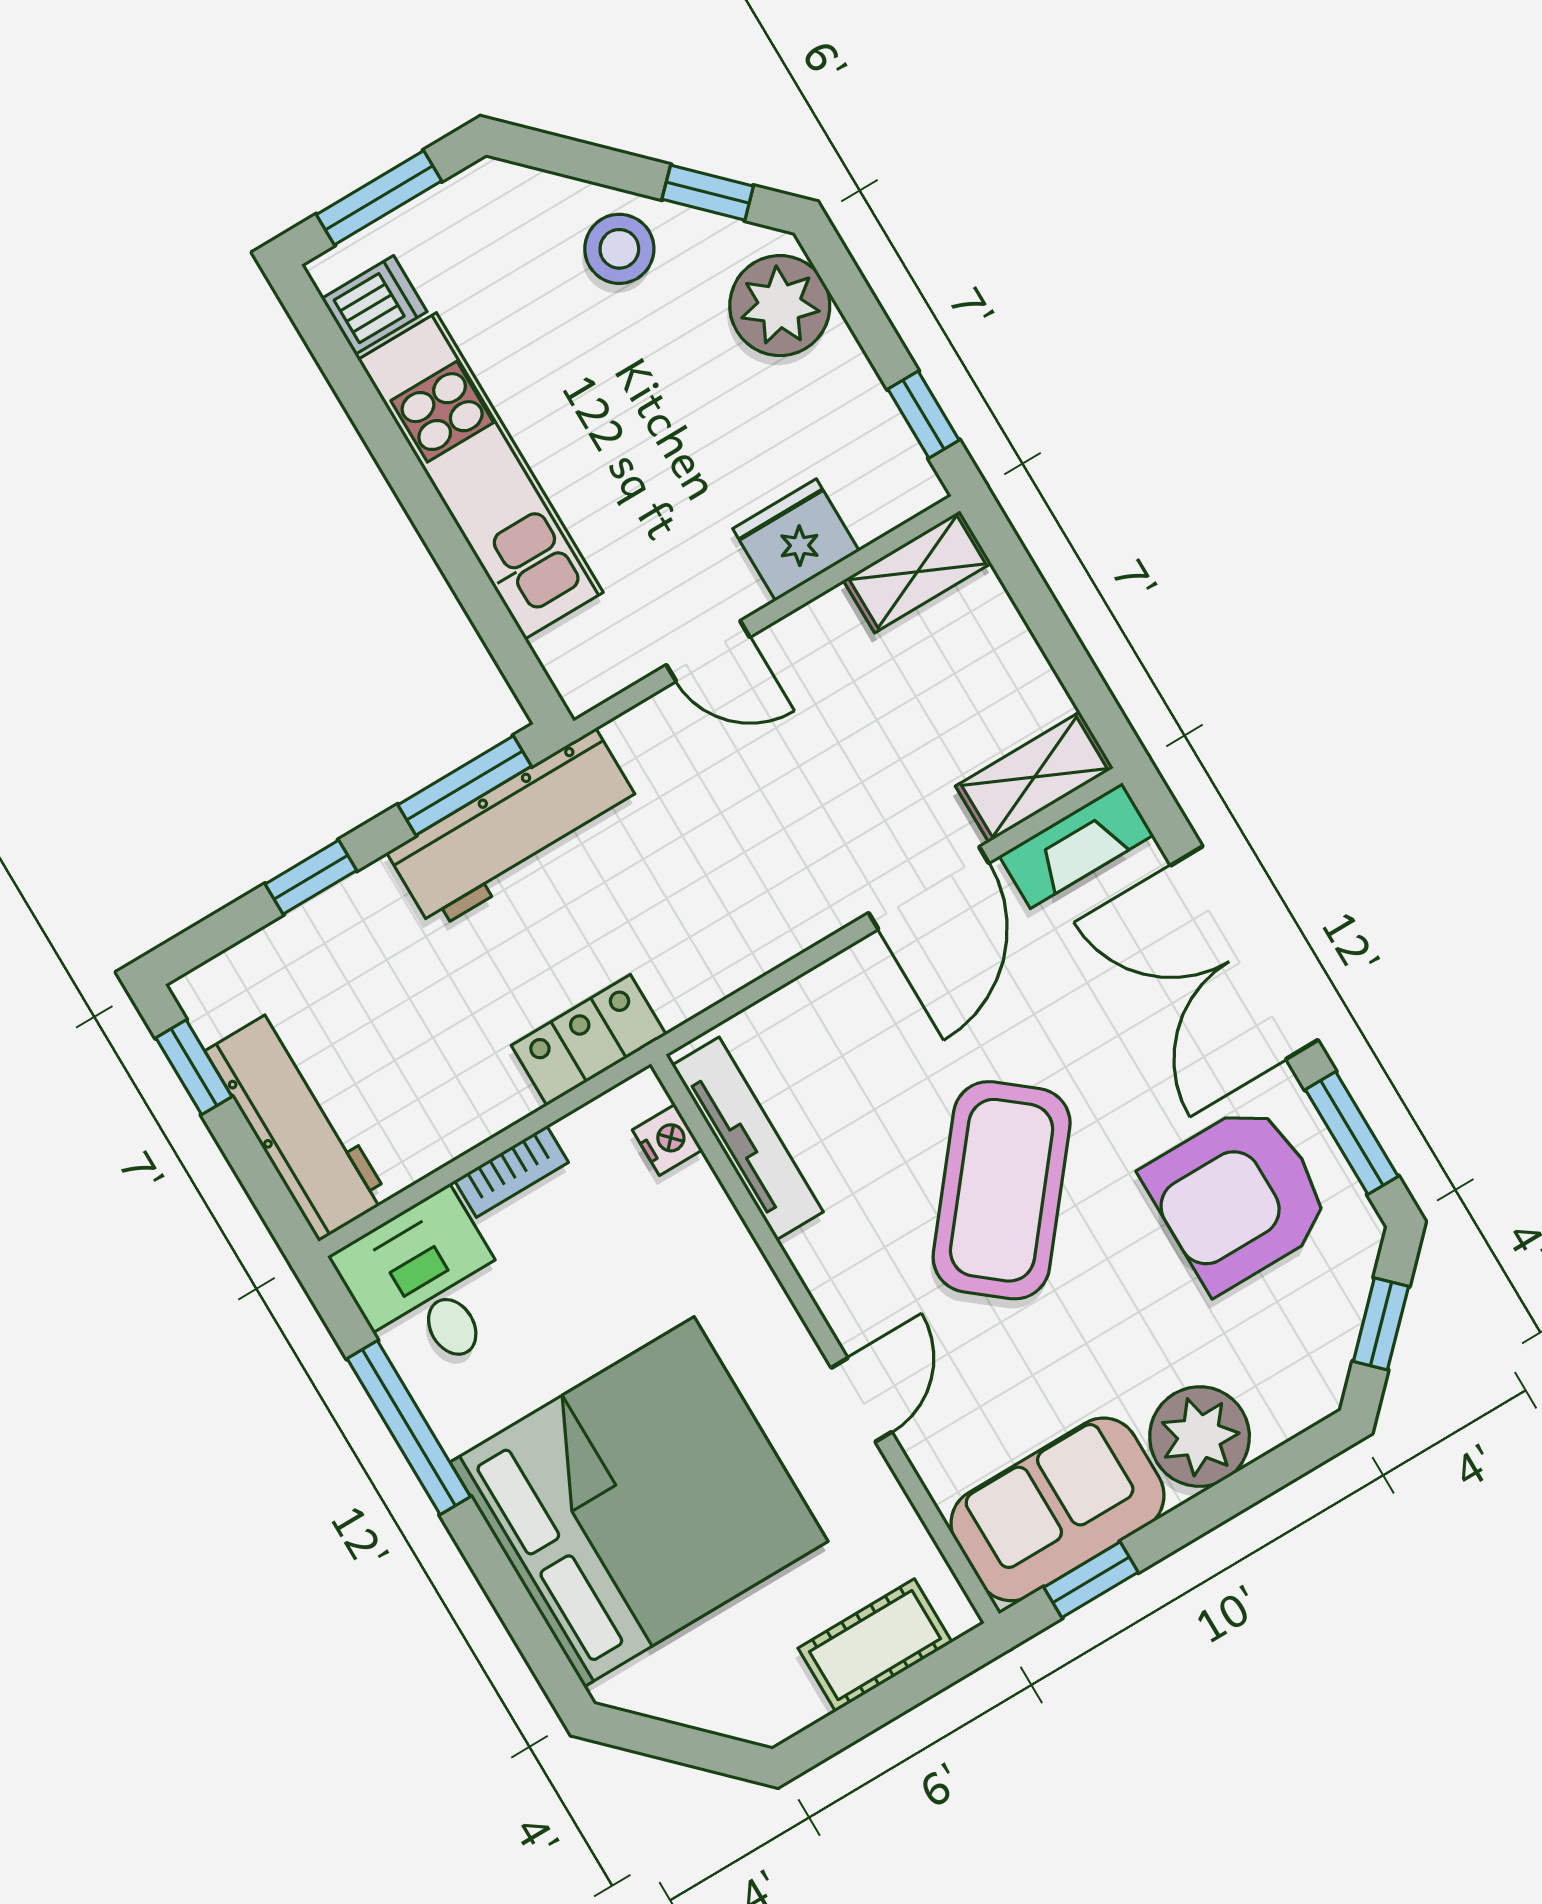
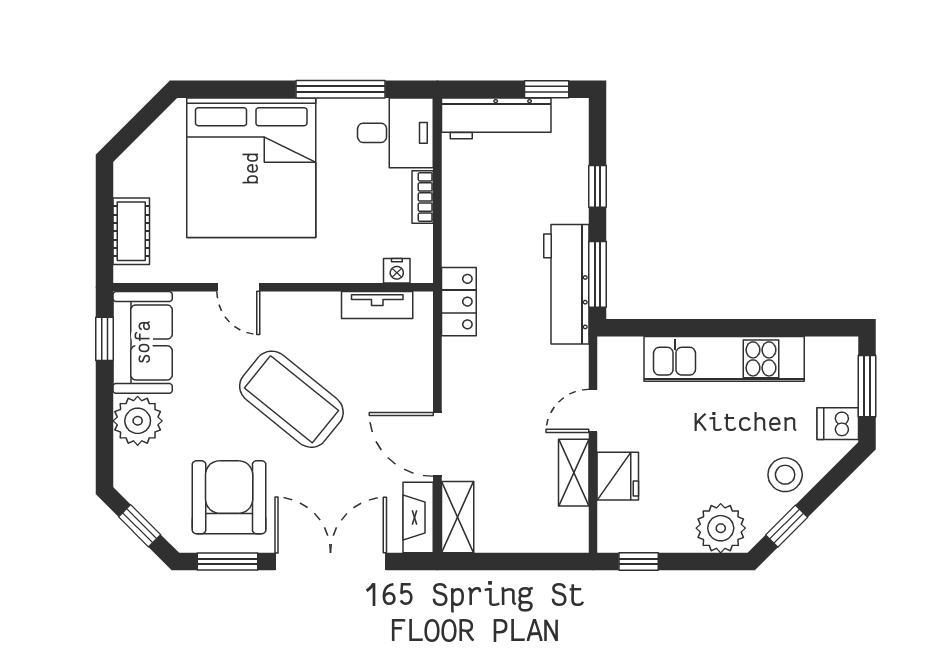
dishwasher: (374, 305) -> (838, 424), moved, turned 90
shelving: (917, 572) -> (574, 473), moved
locker: (589, 1040) -> (459, 302), moved
tv unit: (748, 1139) -> (377, 305), width x0.71

